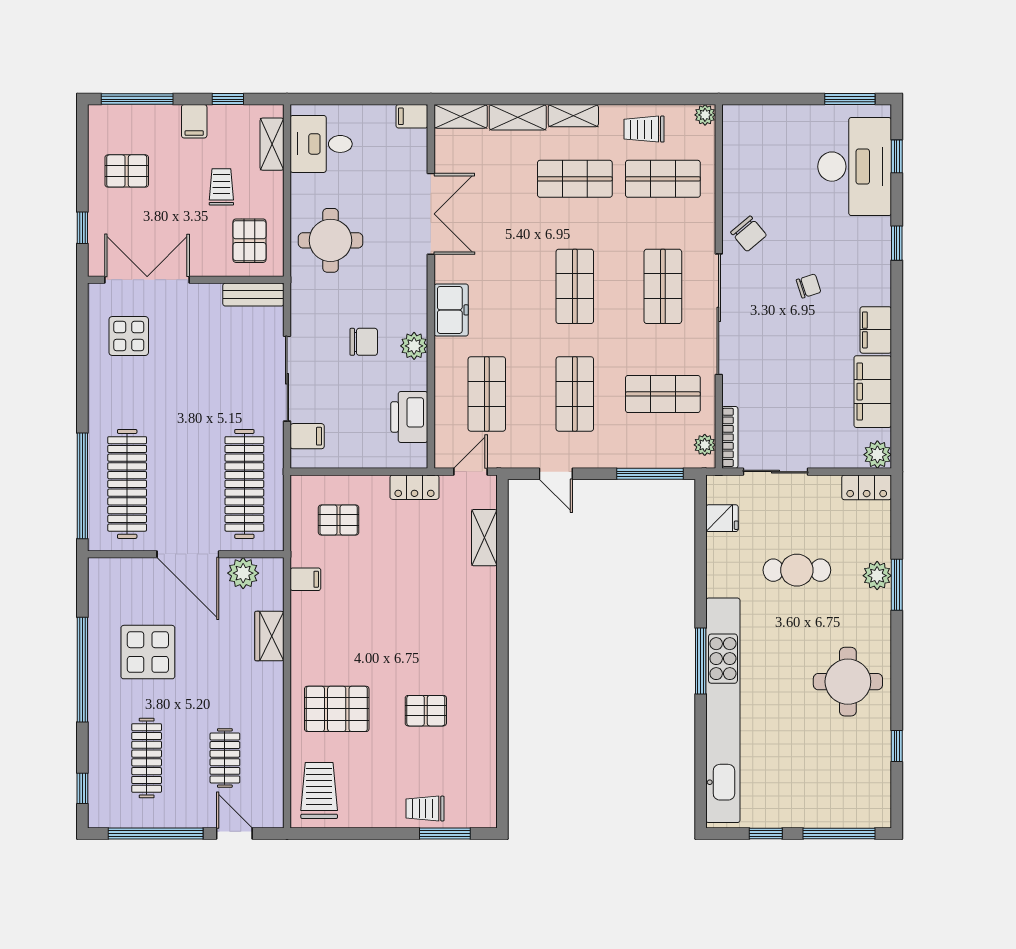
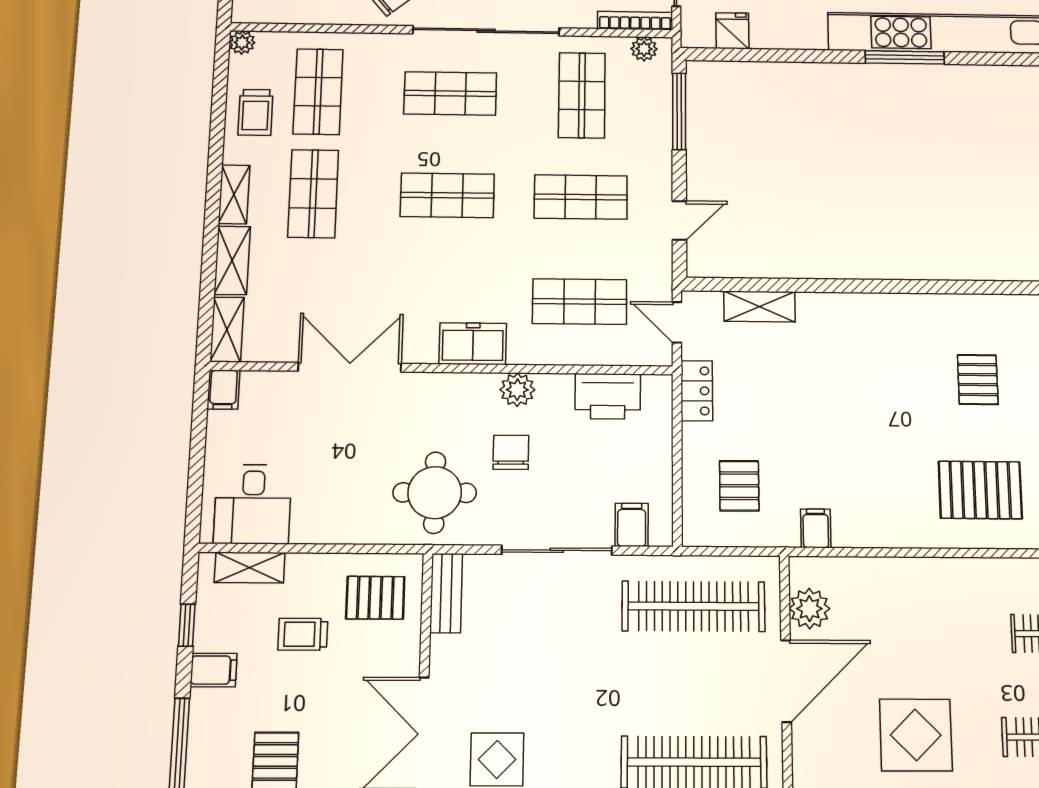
round table: (331, 240) -> (435, 493), moved
wardrobe: (269, 636) -> (890, 575), removed
pallet: (337, 709) -> (980, 490), turned 90

